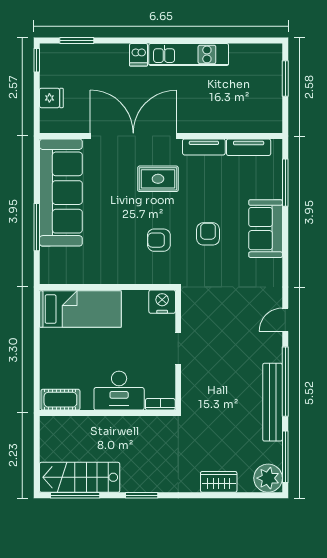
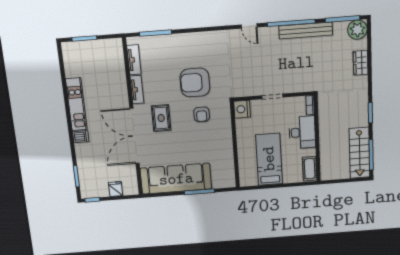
sofa: (266, 229) -> (188, 44), removed
armchair: (208, 234) -> (195, 83), width x1.88, depth x1.88
bed: (80, 309) -> (269, 159), moved

